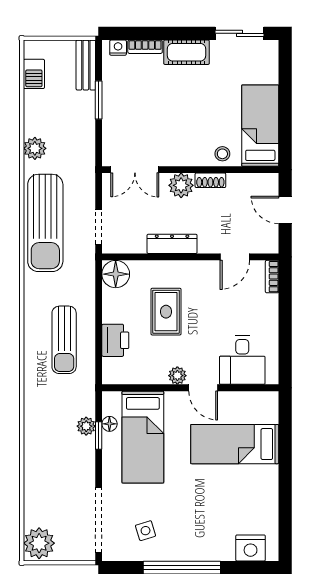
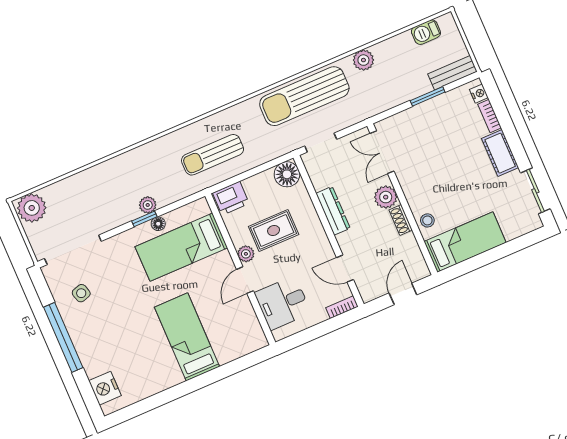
desk: (242, 360) -> (283, 303), moved
plant: (177, 376) -> (246, 254), moved
wall: (190, 388) -> (240, 269), moved
door: (203, 388) -> (245, 280), moved
bed: (143, 437) -> (181, 247), moved

